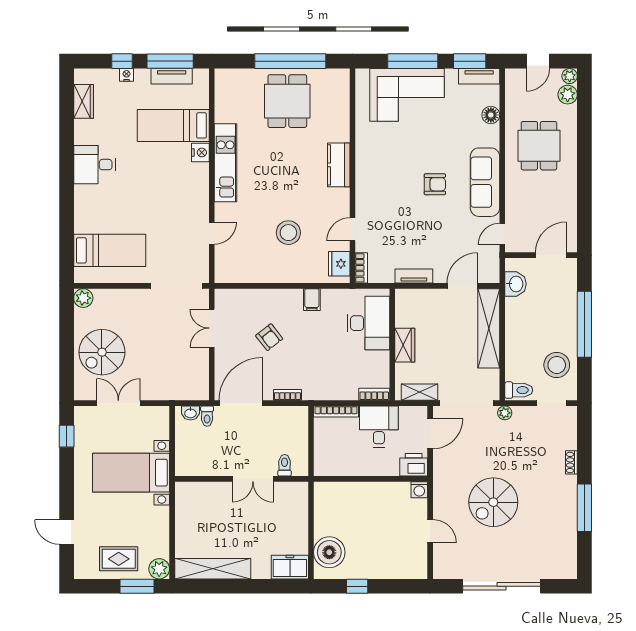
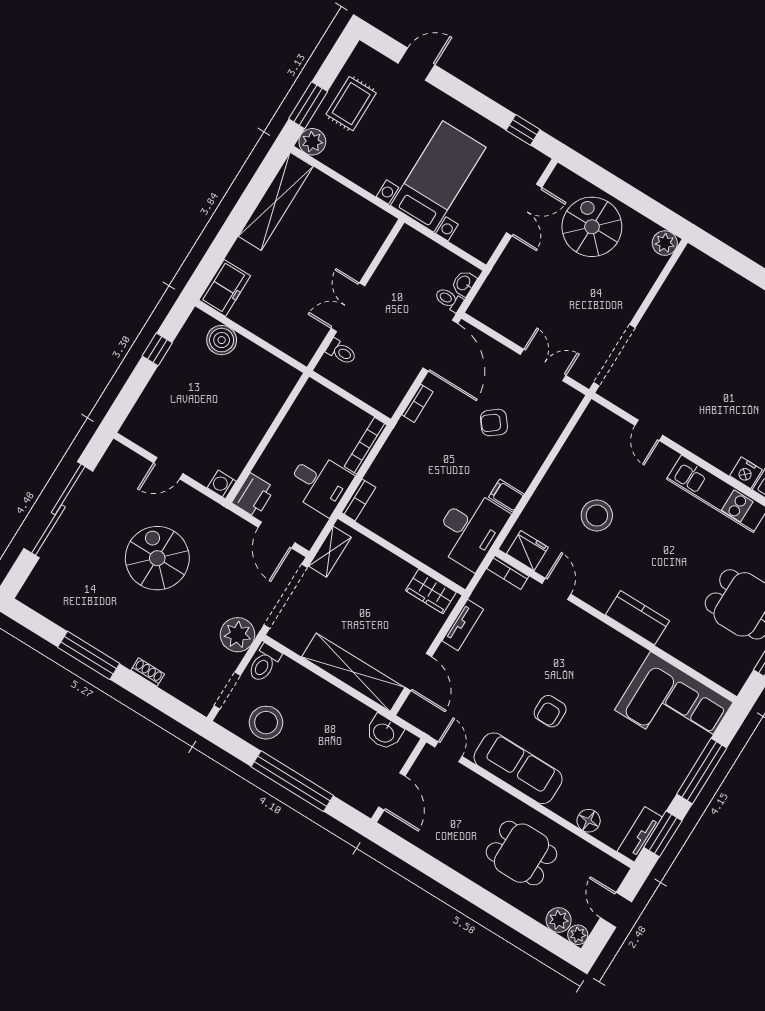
corner sofa: (407, 95) -> (674, 706), moved, turned -90
bed: (110, 250) -> (699, 305), removed
desk: (368, 323) -> (470, 529), moved, turned -90
wardrobe: (405, 345) -> (431, 591), moved
plant: (505, 413) -> (238, 635), width x1.88, depth x1.88
boiler: (329, 552) -> (222, 340), width x0.73, depth x0.73

